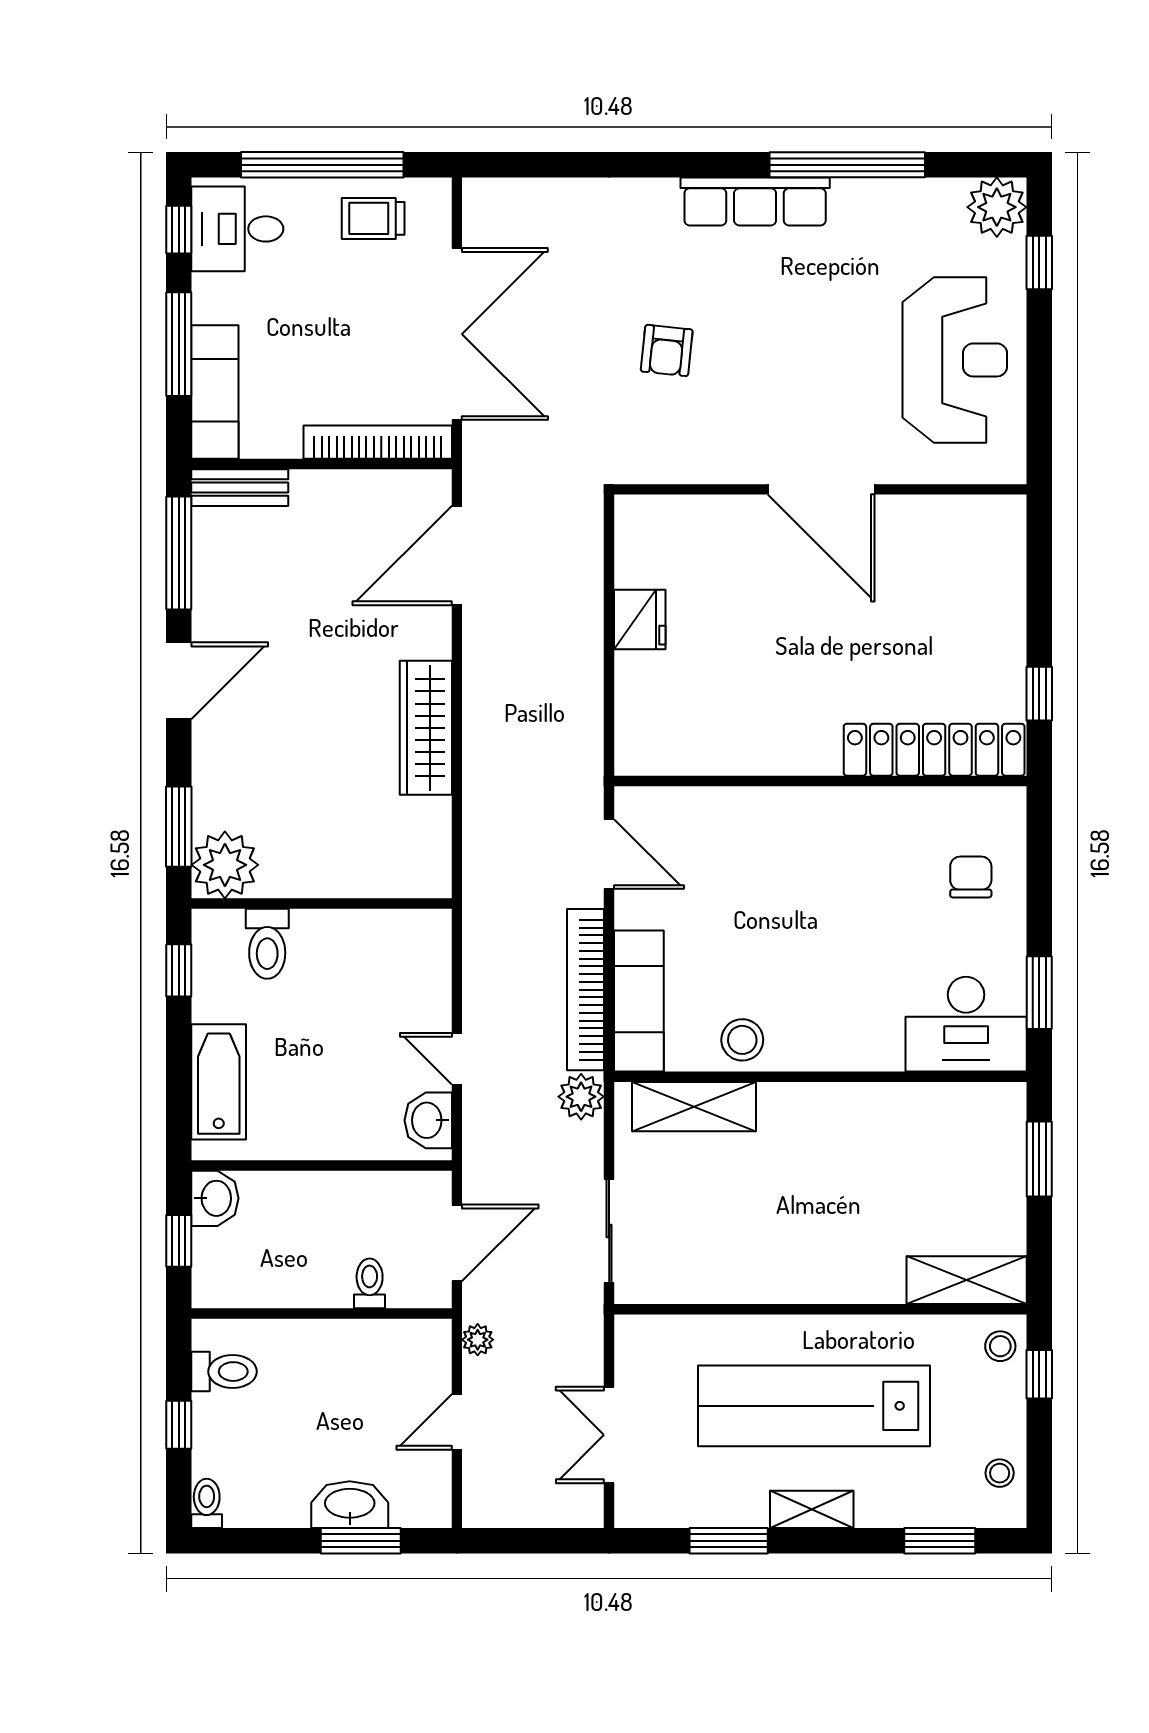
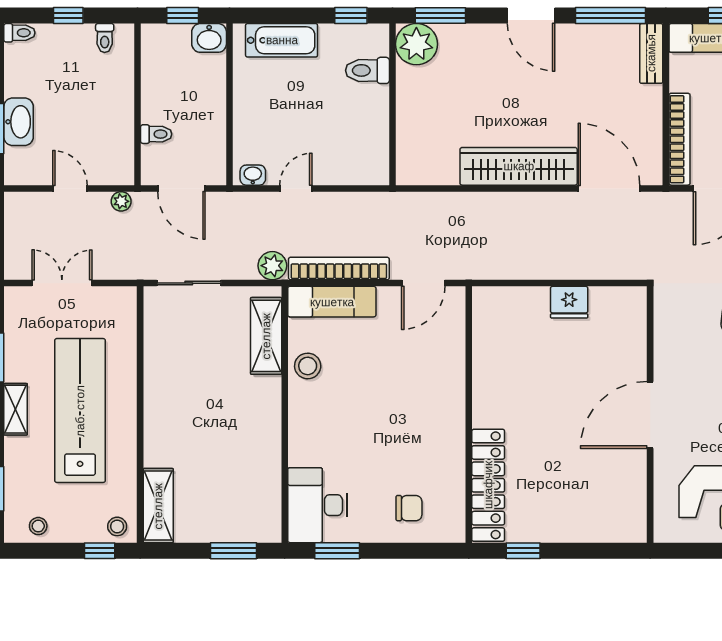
wardrobe: (426, 728) -> (519, 166), width x1.40, depth x1.17
washbasin: (428, 1120) -> (253, 175), width x0.72, depth x0.69
toilet: (224, 1372) -> (105, 38), width x0.73, depth x0.72

